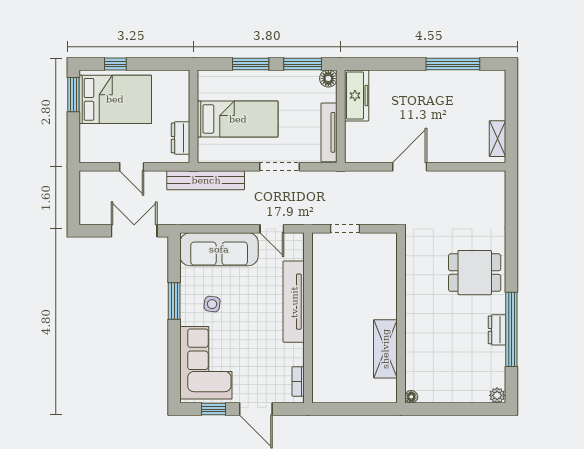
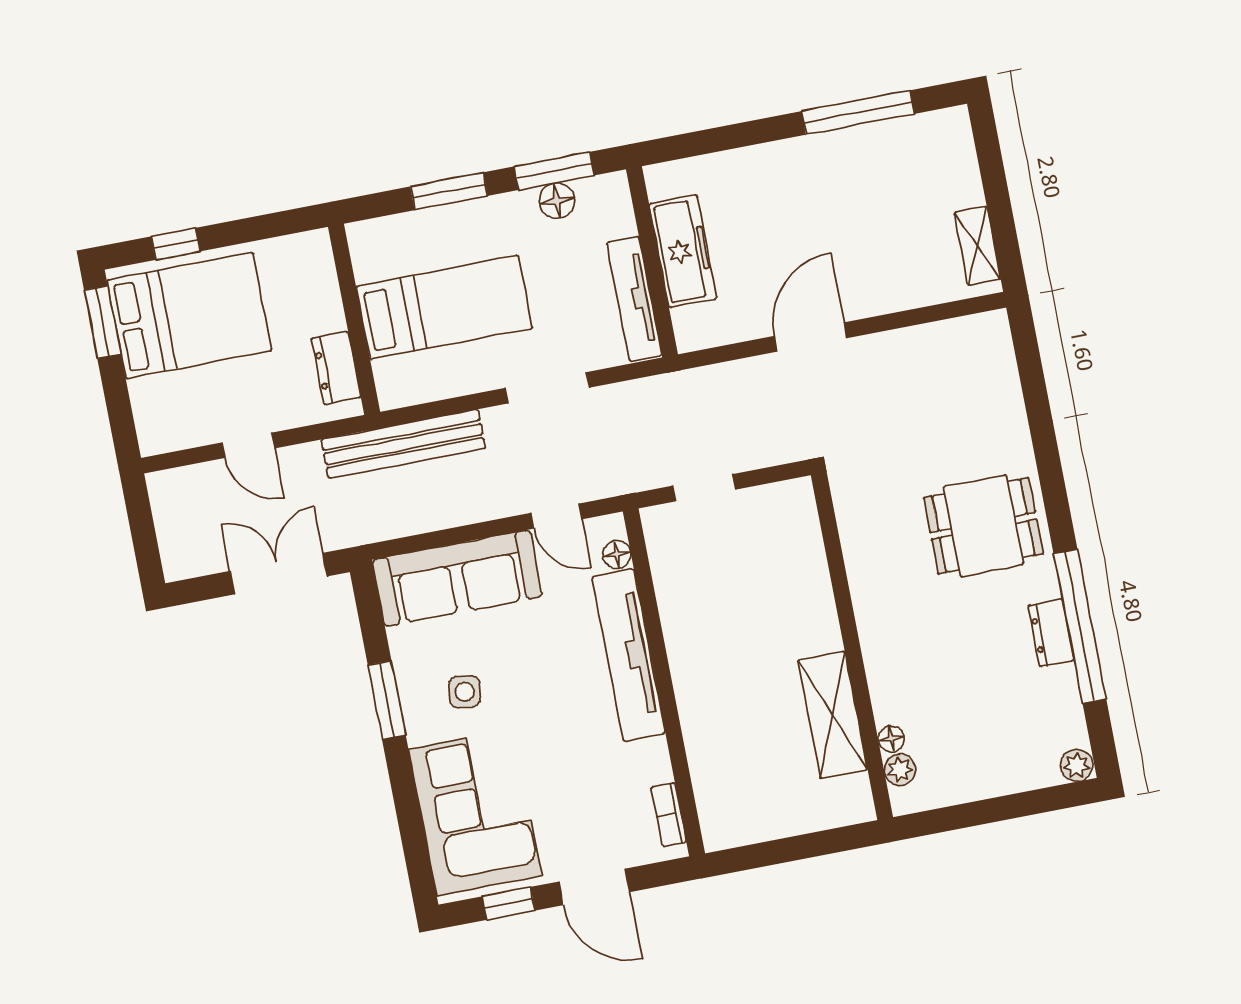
floor lamp: (328, 79) -> (557, 201), moved
freezer: (357, 96) -> (683, 251), moved
floor lamp: (297, 253) -> (617, 554), added
plant: (412, 381) -> (900, 770), added
floor lamp: (411, 397) -> (891, 739), moved

